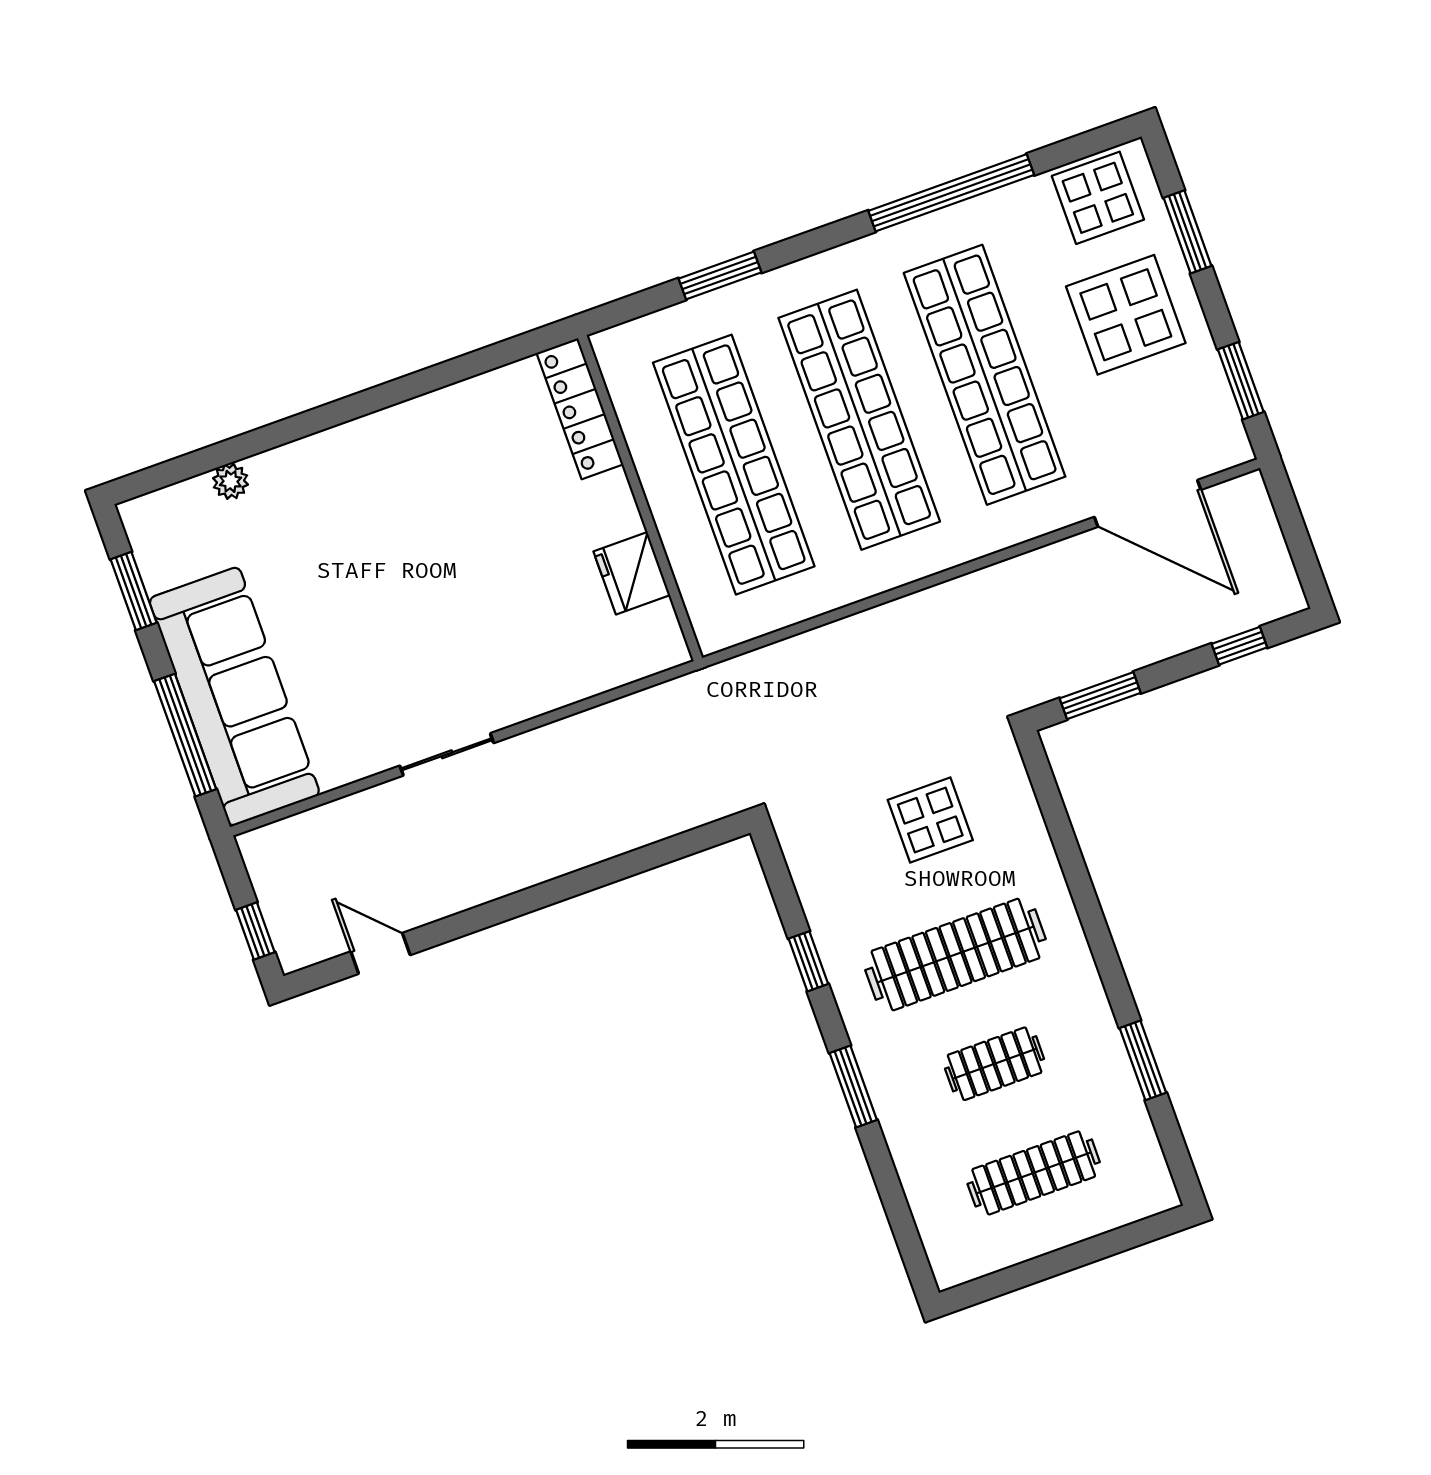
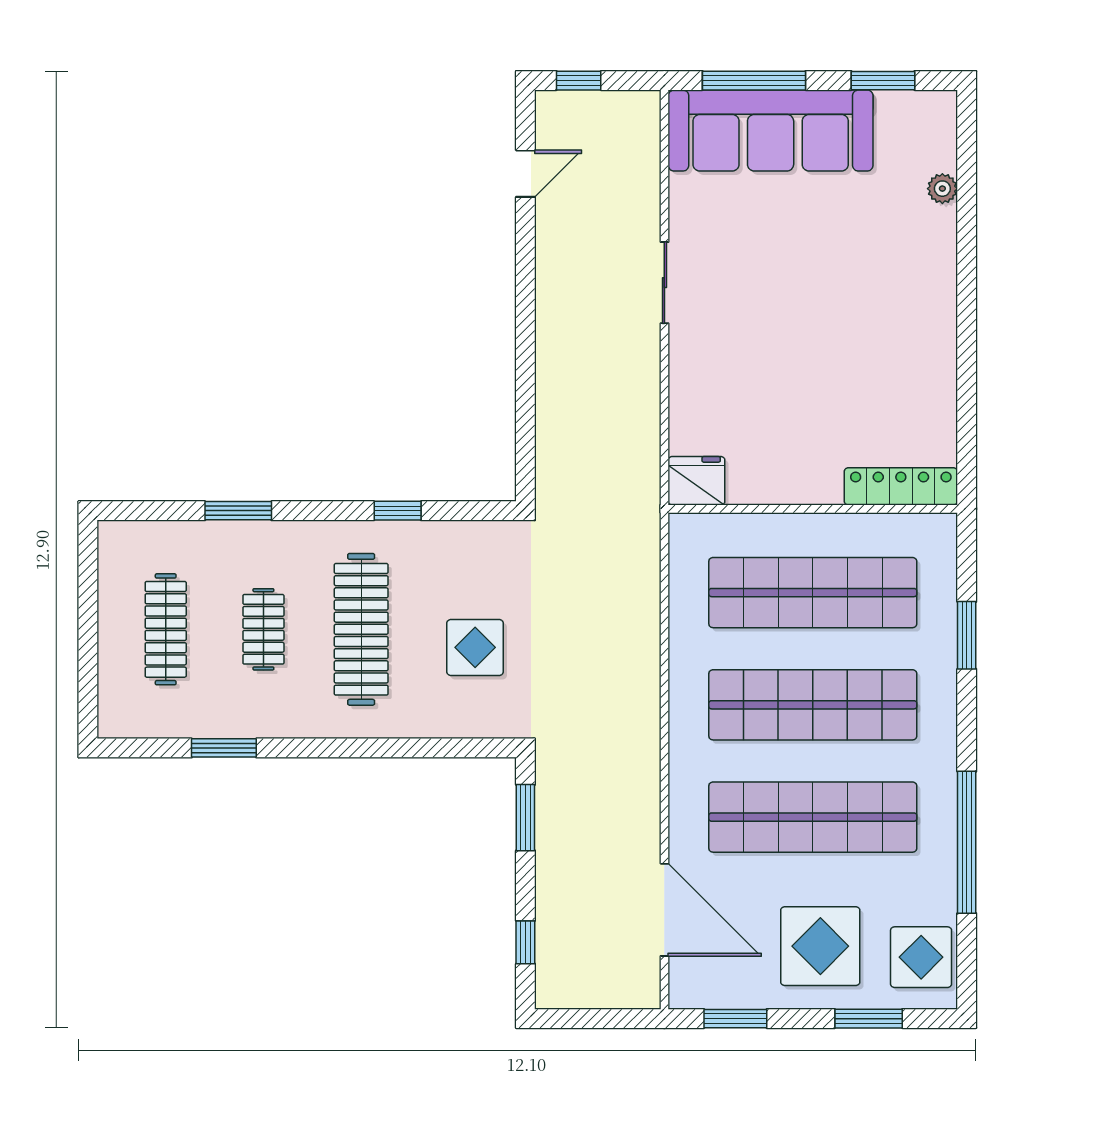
door: (1148, 503) -> (664, 910), swing flipped
fridge: (632, 573) -> (696, 481), moved
window: (853, 1086) -> (238, 511), moved

